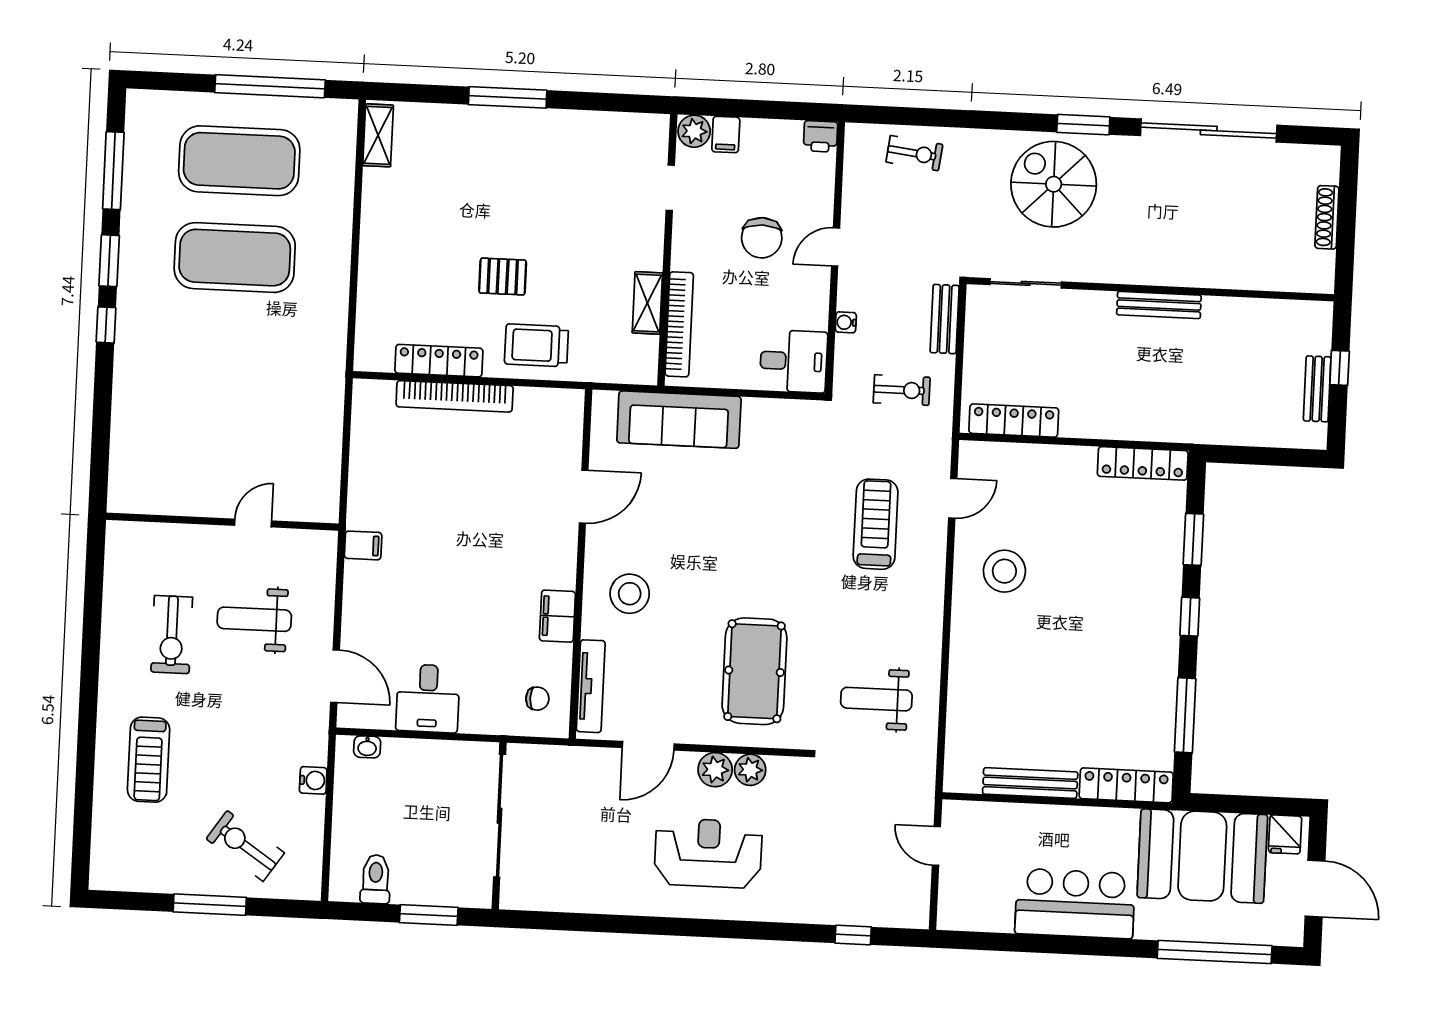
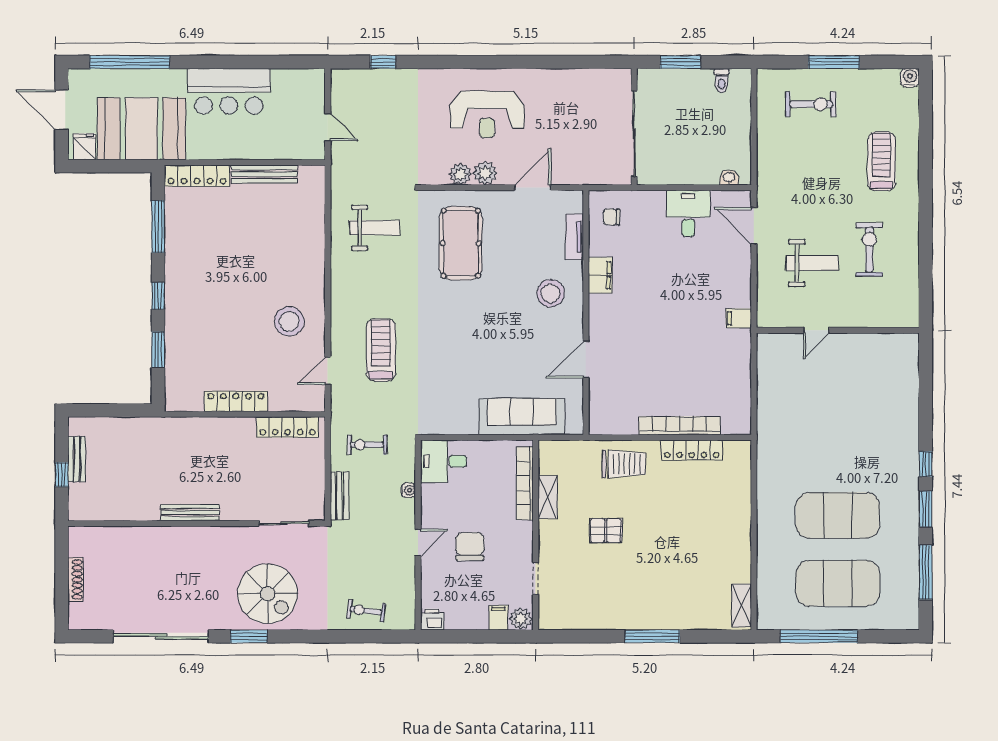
pallet: (503, 277) -> (606, 531), moved
locker: (1143, 463) -> (236, 401), moved
treadmill: (876, 524) -> (381, 350), turned 180
tv unit: (591, 686) -> (575, 237), width x0.71
water cooler: (313, 780) -> (910, 78), moved, turned 90
exercise bike: (245, 846) -> (811, 104), turned -34
toilet: (376, 879) -> (722, 81), width x0.73, depth x0.72

